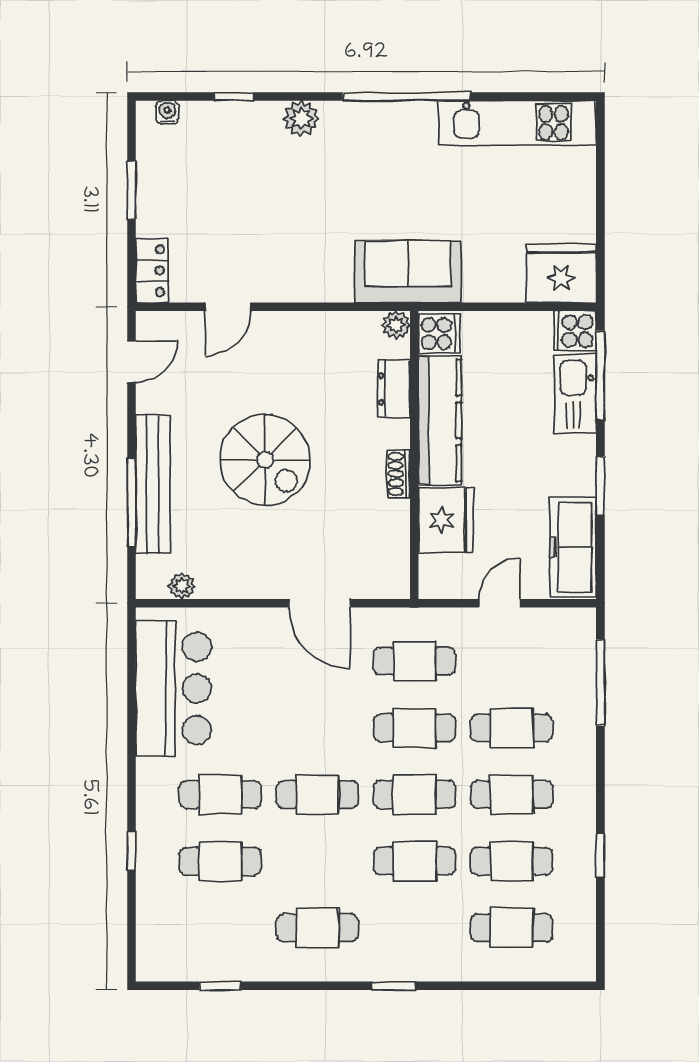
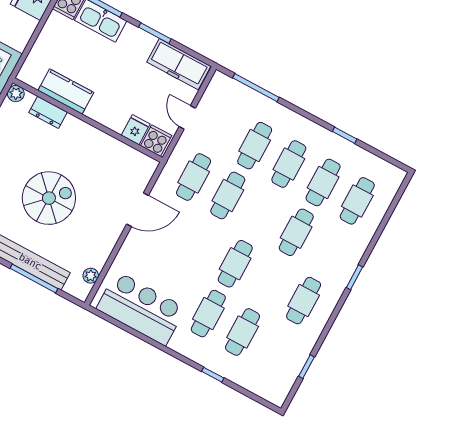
cooker: (439, 333) -> (156, 141), moved
kitchen counter: (440, 420) -> (66, 91), width x0.67
shoe rack: (398, 474) -> (93, 134), removed
fridge: (446, 520) -> (136, 130), width x0.53, depth x0.75
cafe table: (414, 794) -> (262, 214), removed

